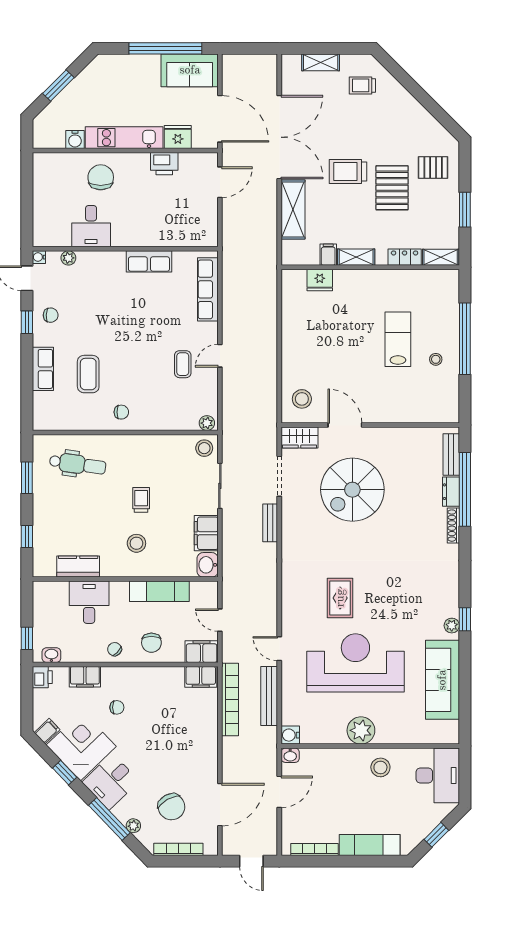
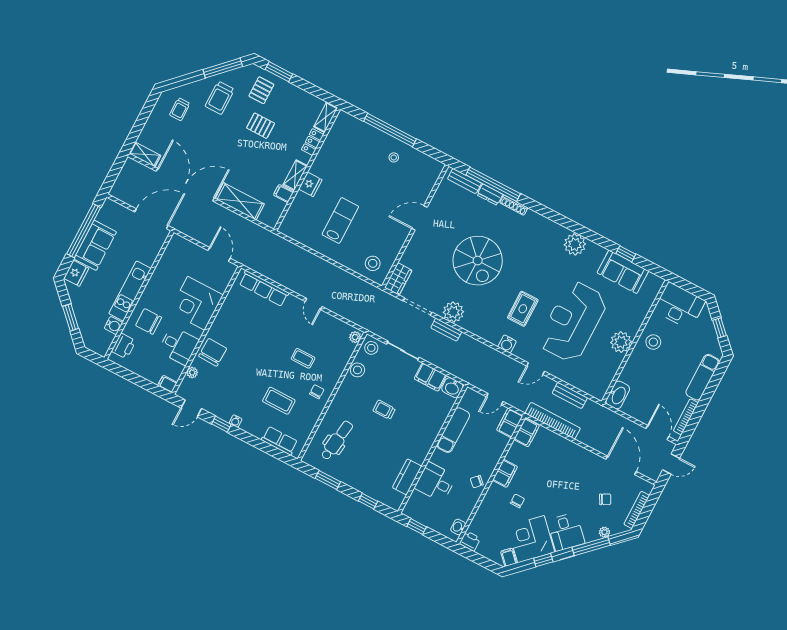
shelving: (321, 62) -> (145, 154), moved, turned 90
sofa: (190, 70) -> (95, 245), moved
window: (435, 110) -> (223, 68), added
fridge: (178, 137) -> (76, 273), moved, turned 180
printer: (164, 164) -> (124, 346), moved
trolley: (348, 172) -> (220, 98), moved
door: (220, 182) -> (219, 254), moved
pallet: (392, 188) -> (261, 126), width x0.67, depth x0.71
window: (465, 210) -> (279, 72), moved
corner desk: (150, 221) -> (196, 303), added
filing cabinet: (40, 236) -> (167, 384), added
water cooler: (39, 257) -> (236, 421), moved
row of seats: (149, 261) -> (224, 319), removed
fridge: (320, 280) -> (310, 184), moved
chair: (51, 315) -> (213, 352), moved, width x1.87, depth x1.87
lab bench: (398, 339) -> (340, 220), moved, turned 90
coffee table: (183, 364) -> (303, 358), moved
row of seats: (43, 369) -> (280, 441), moved
door: (345, 425) -> (419, 218), moved
spiral stairs: (352, 490) -> (478, 261), moved
plant: (295, 520) -> (453, 312), added
stool: (136, 543) -> (357, 370), moved
rug: (340, 598) -> (523, 309), turned 90
window: (465, 619) -> (626, 254), moved
plant: (452, 626) -> (575, 244), width x1.88, depth x1.88
window: (27, 638) -> (417, 527), moved
chair: (151, 643) -> (486, 454), removed
filing cabinet: (85, 677) -> (505, 473), moved
sofa: (442, 680) -> (623, 272), width x0.73
bench: (269, 696) -> (570, 395), width x0.73
water cooler: (290, 735) -> (507, 344), moved
washbasin: (290, 755) -> (618, 395), width x1.91, depth x1.45
door: (279, 792) -> (657, 433), moved
chair: (171, 807) -> (605, 499), width x0.54, depth x0.54

